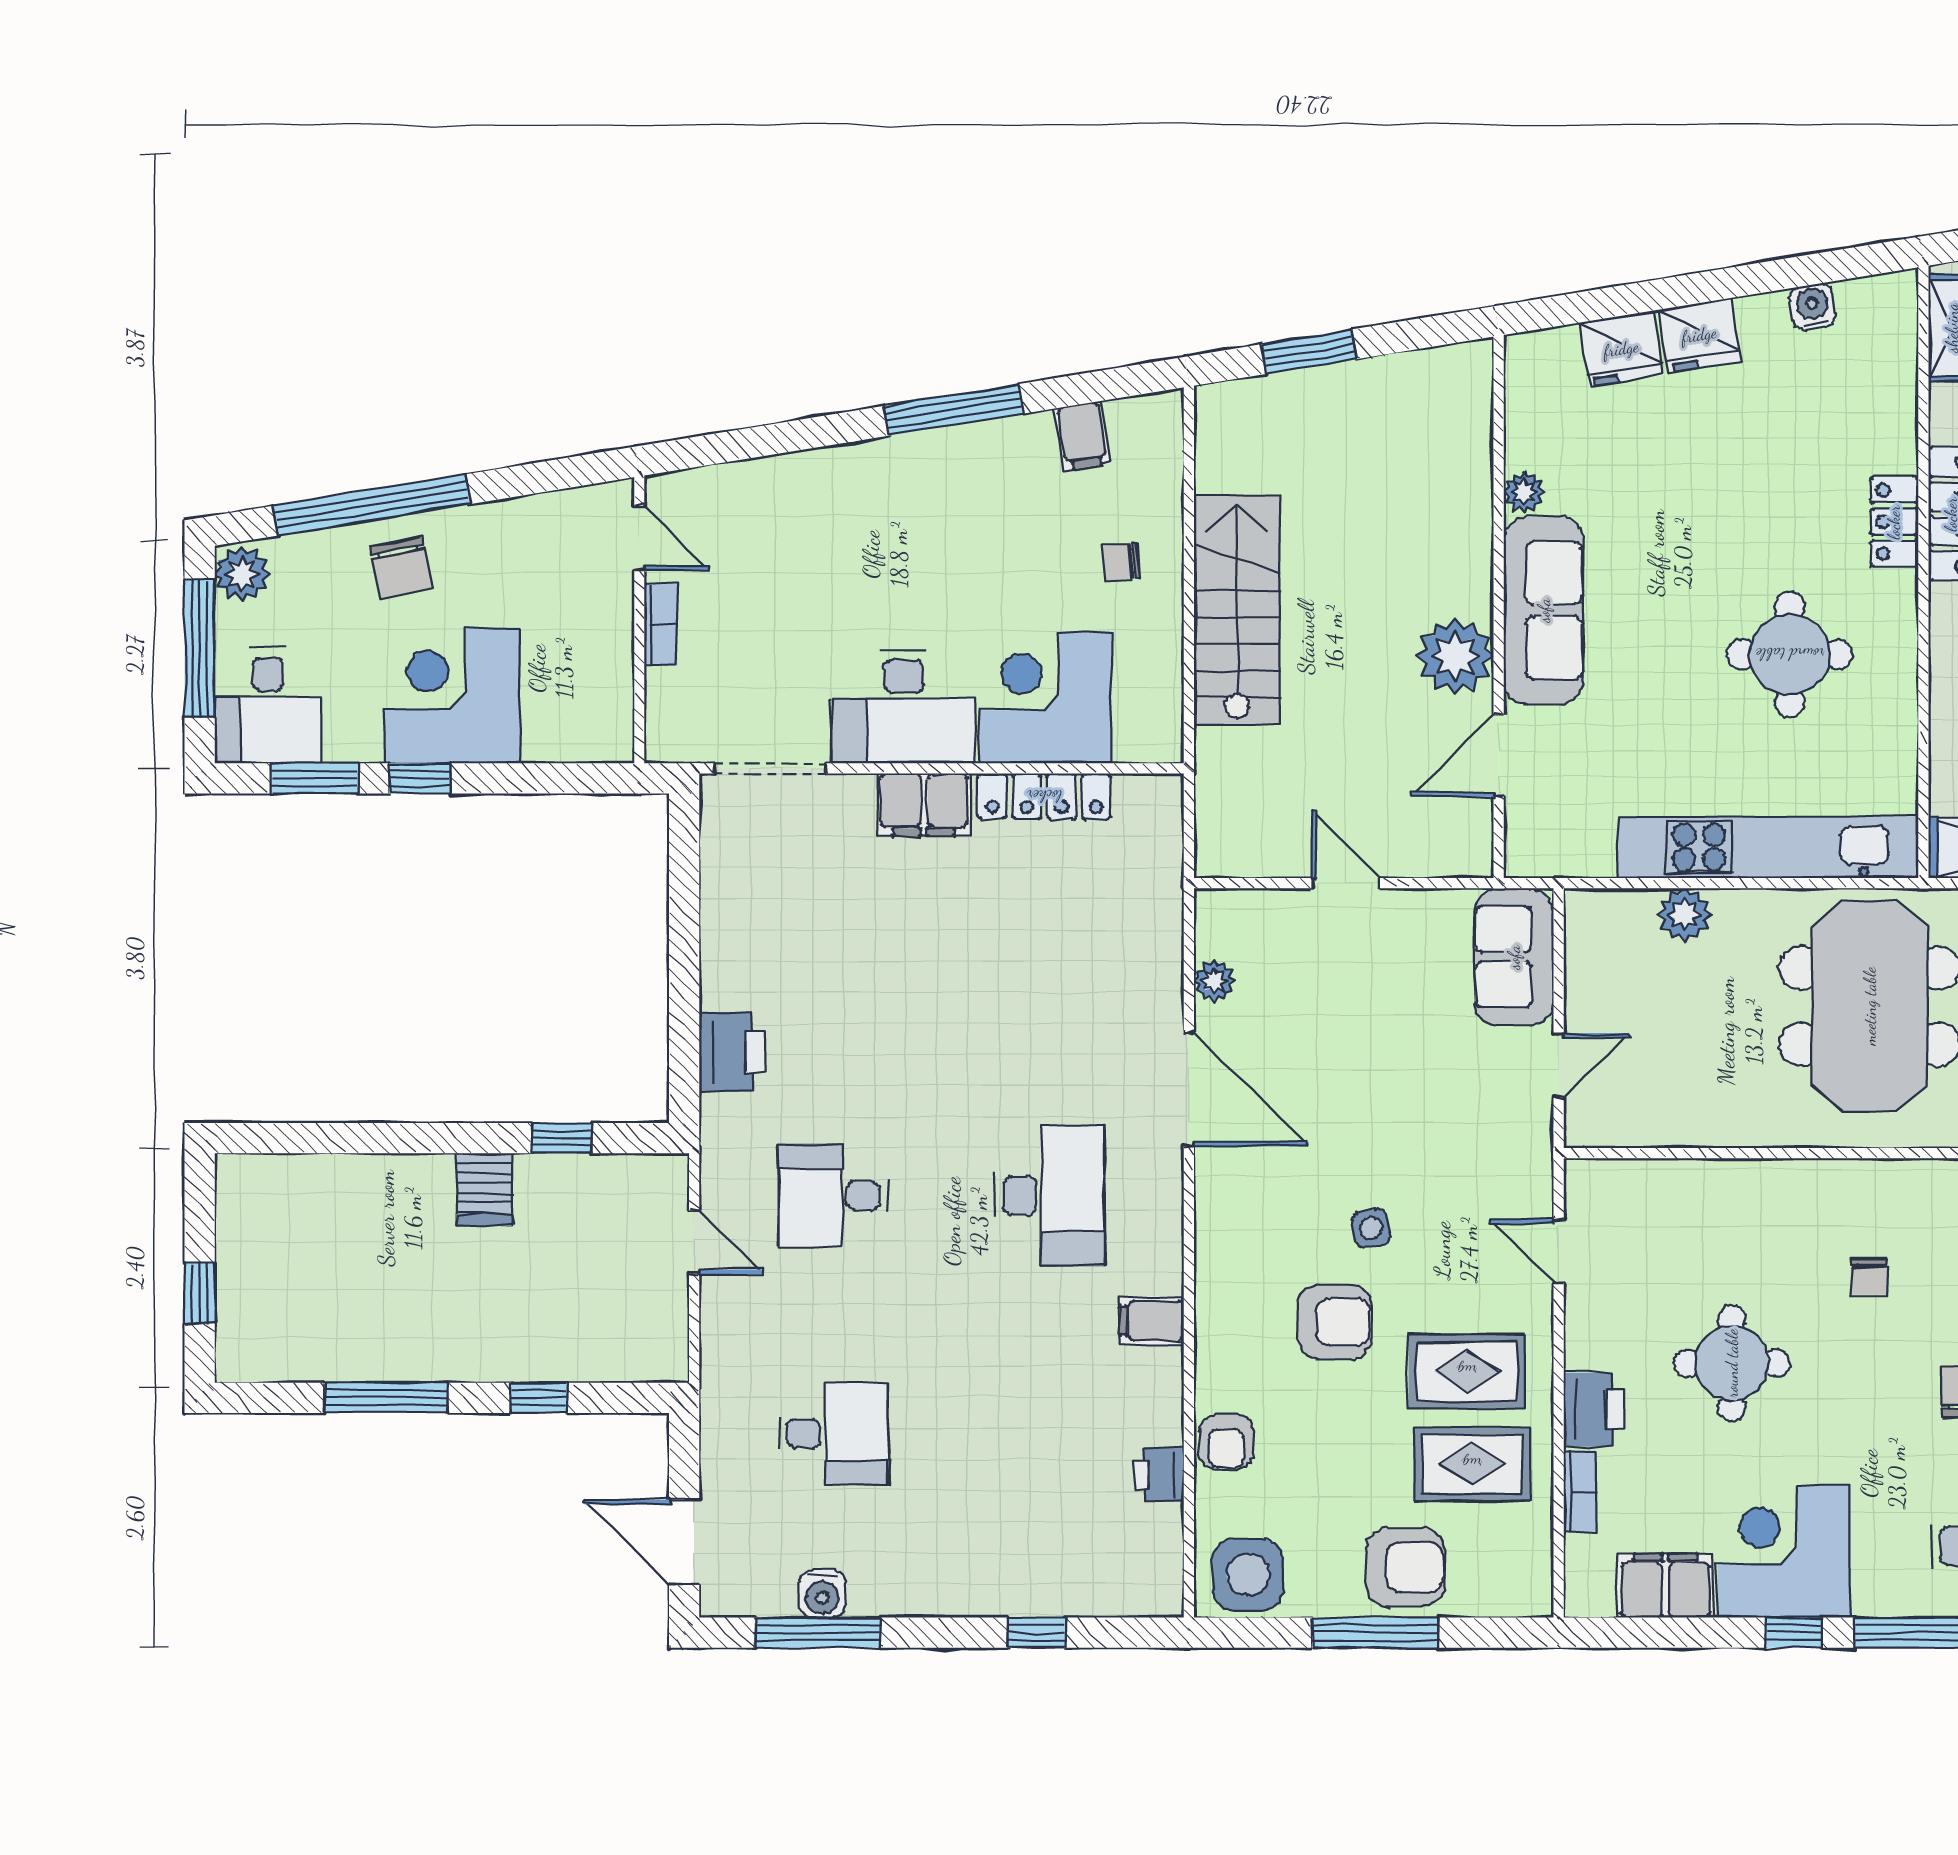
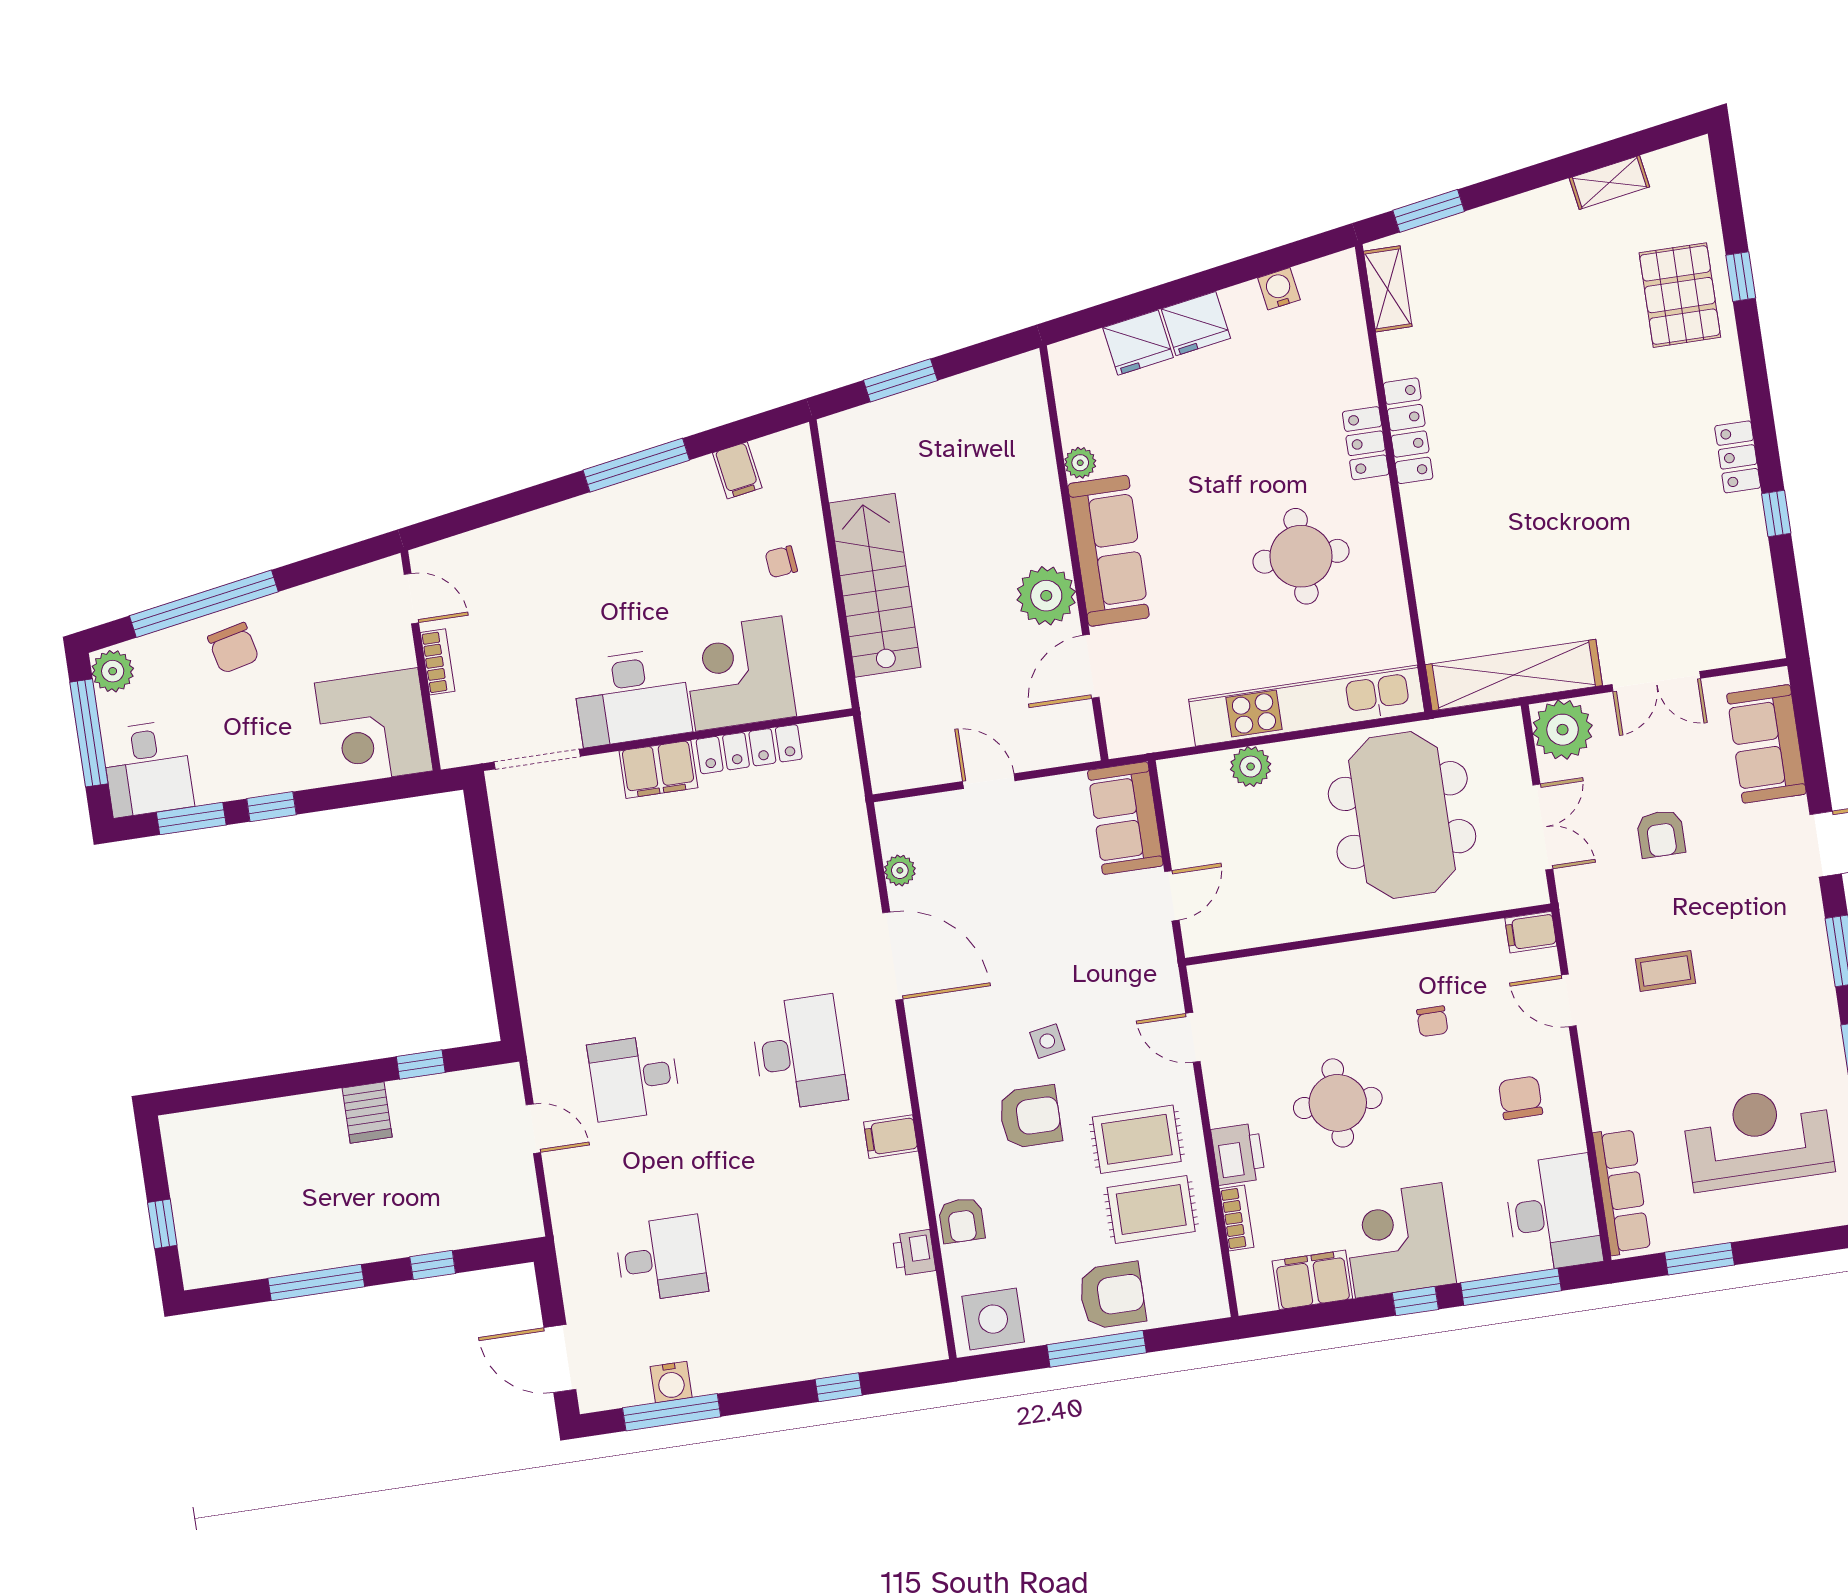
corner desk: (452, 695) -> (374, 727), moved, turned -90
printer: (732, 1052) -> (541, 979), removed

